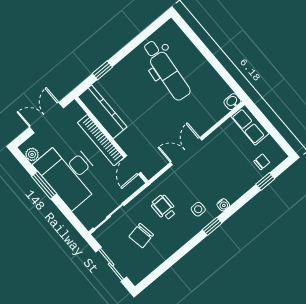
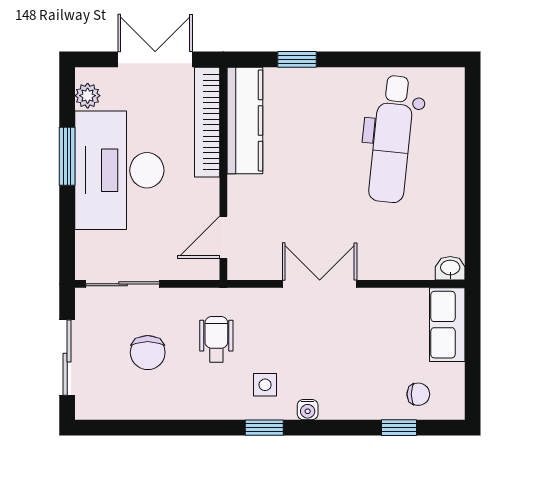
bookcase: (101, 140) -> (207, 122), moved
chair: (141, 236) -> (148, 353), turned -80

